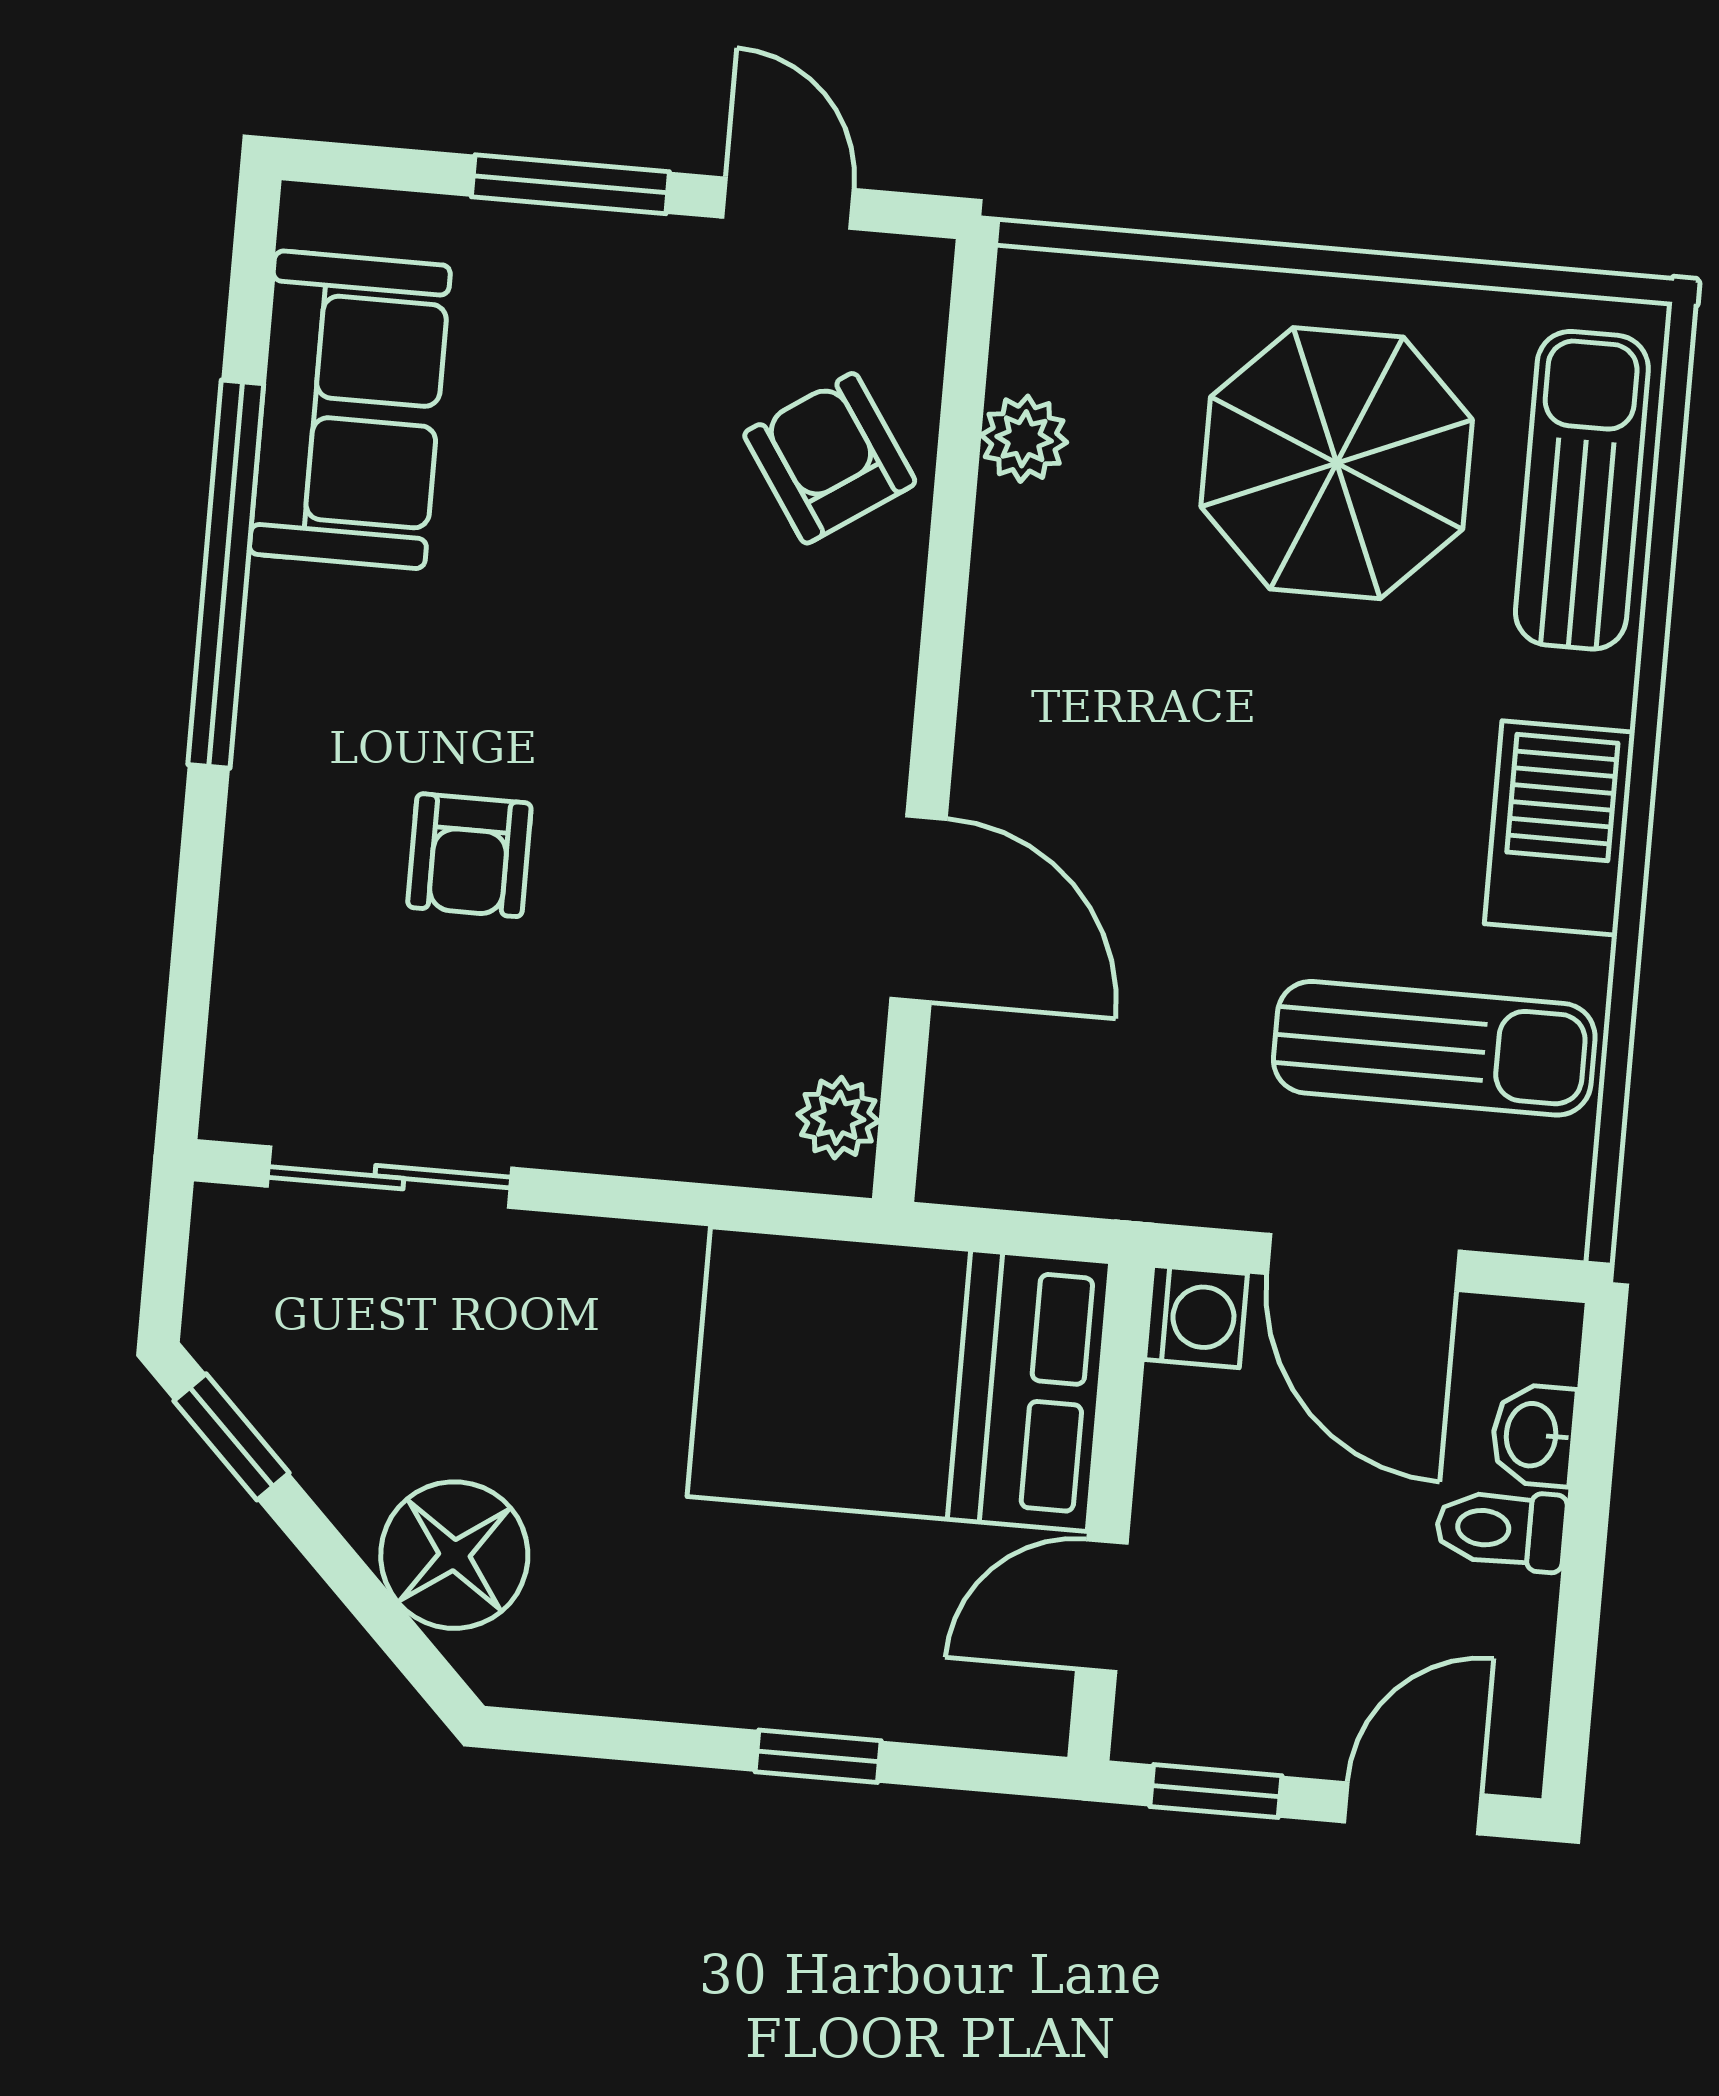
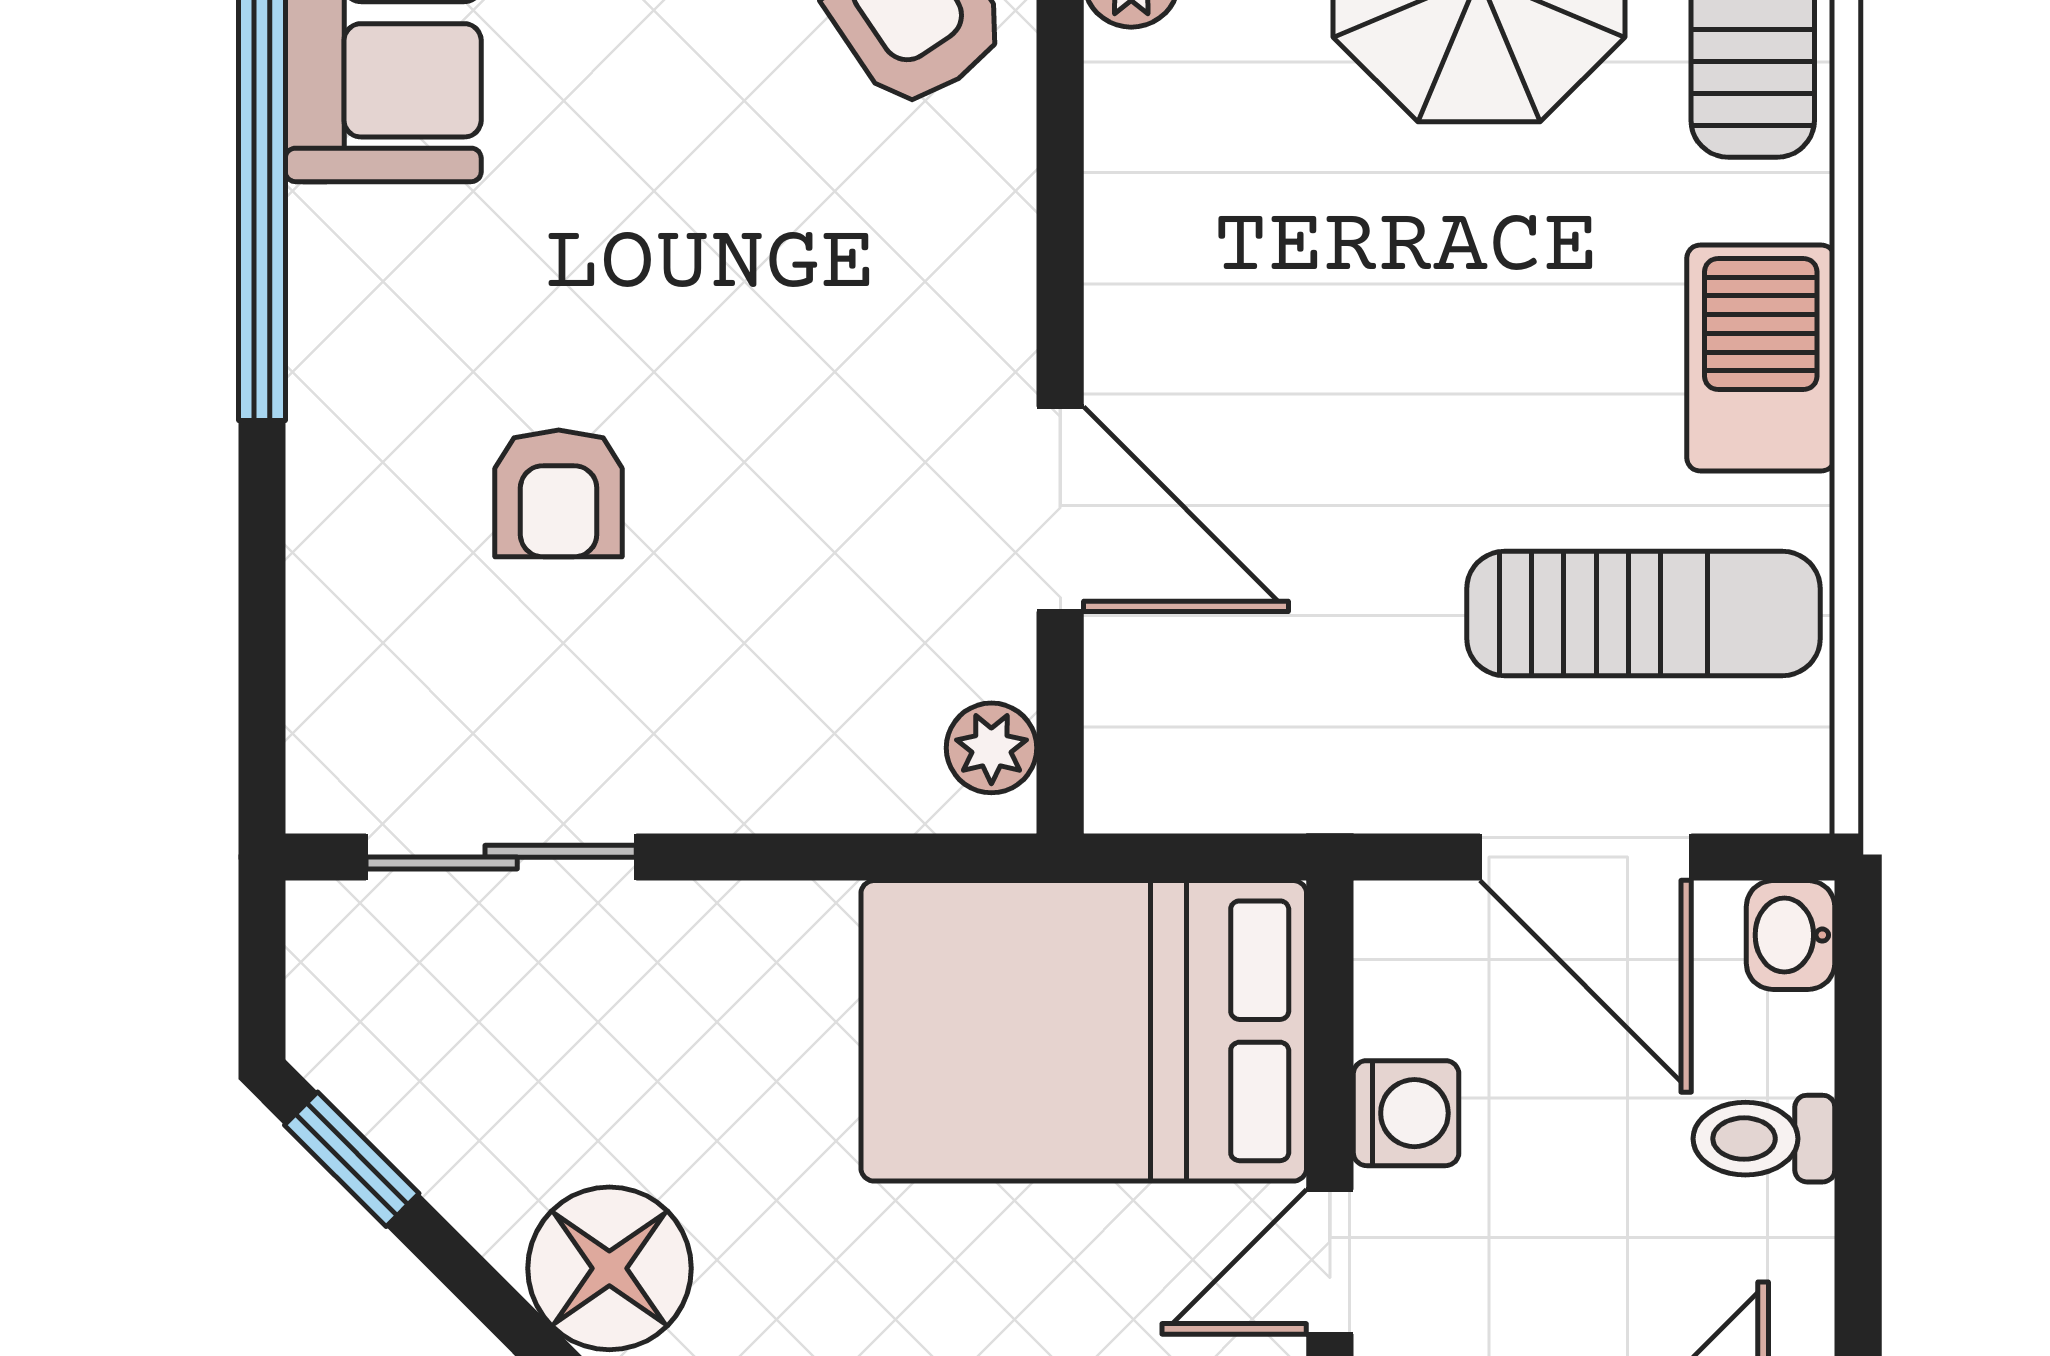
washing machine: (1196, 1317) -> (1406, 1113), moved
washbasin: (1533, 1435) -> (1791, 935), moved

